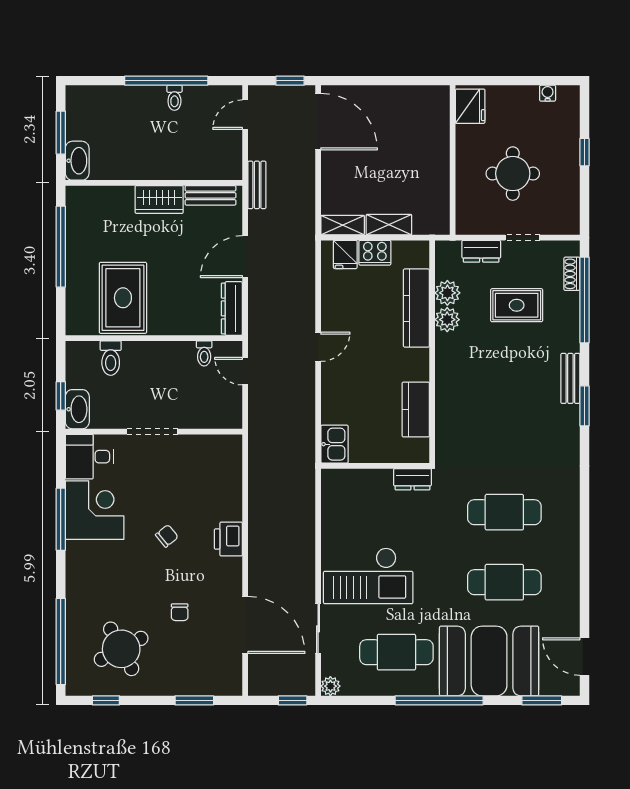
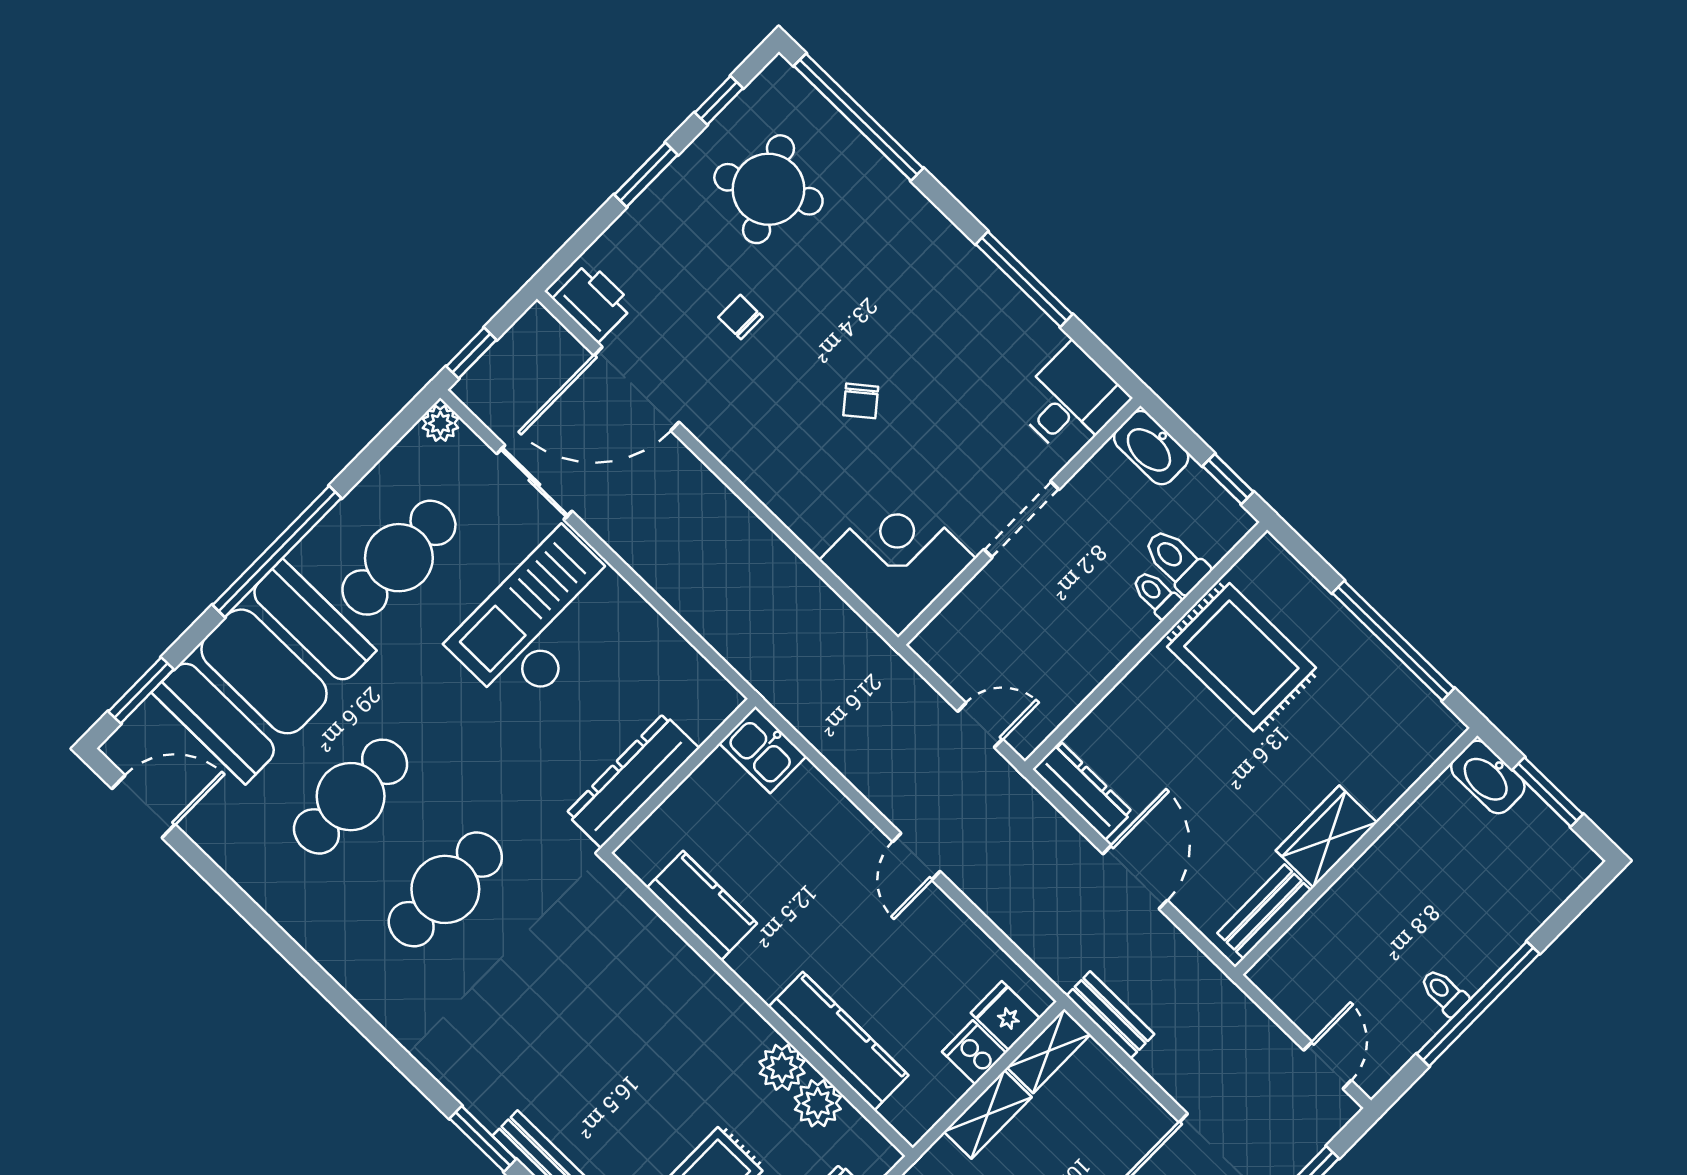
bench: (257, 185) -> (1110, 1015), moved
cooker: (375, 253) -> (974, 1052), width x0.73
toilet: (204, 353) -> (1156, 594), moved
window: (61, 396) -> (1228, 479), moved
dresser: (412, 479) -> (632, 781), width x1.96, depth x1.24
corner desk: (95, 510) -> (897, 559), moved, turned 180
printer: (228, 539) -> (593, 302), moved
window: (194, 700) -> (646, 175), moved

